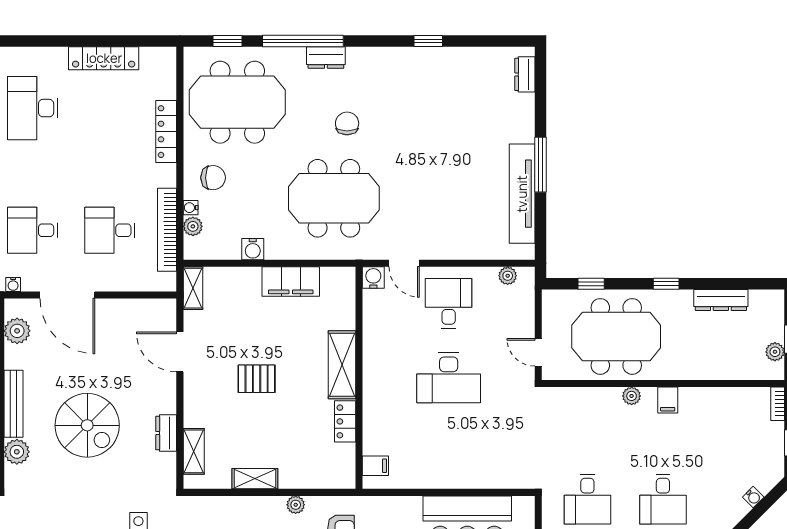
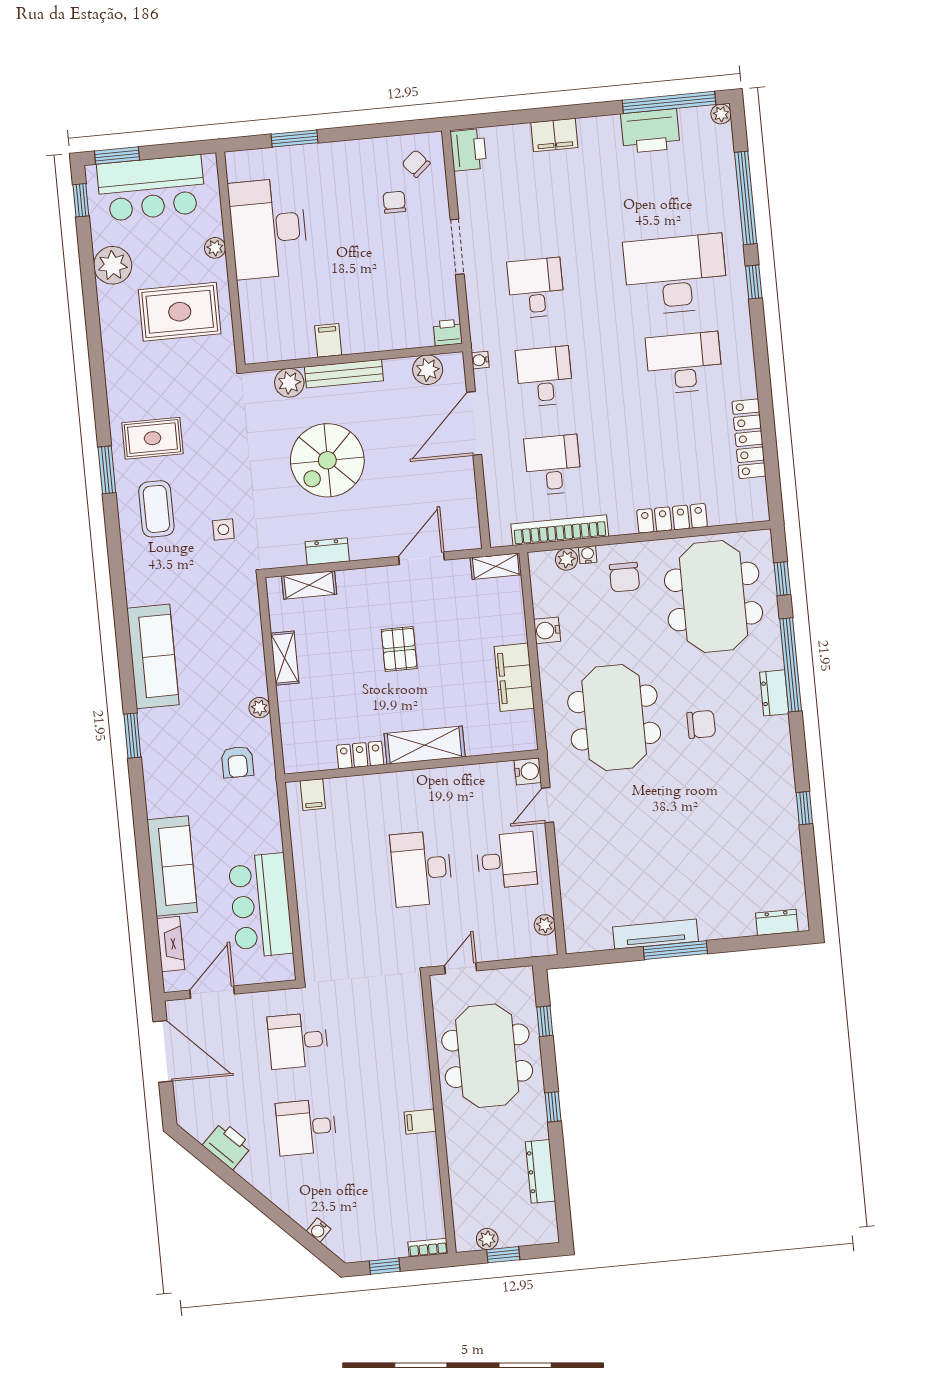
tv unit: (522, 194) -> (656, 934), width x0.73, depth x0.78
plant: (632, 396) -> (421, 1080), removed

